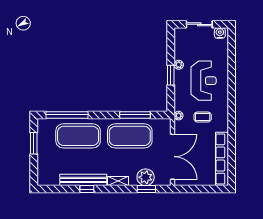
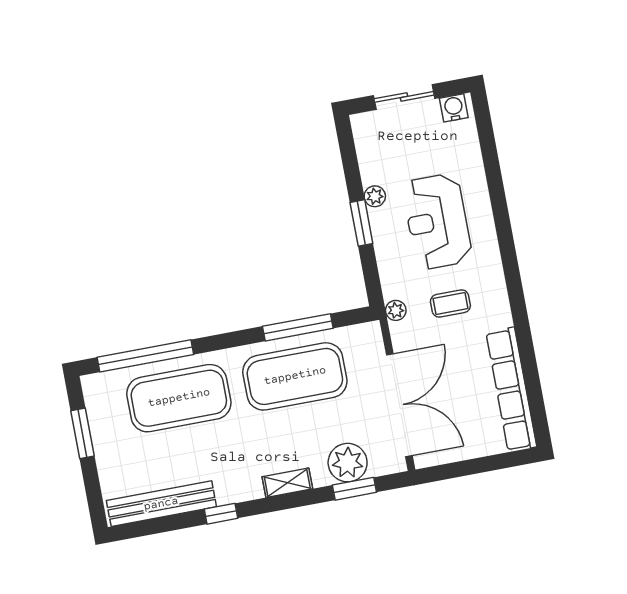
reception desk: (204, 81) -> (437, 221), turned 180
bench: (83, 180) -> (161, 504), moved

